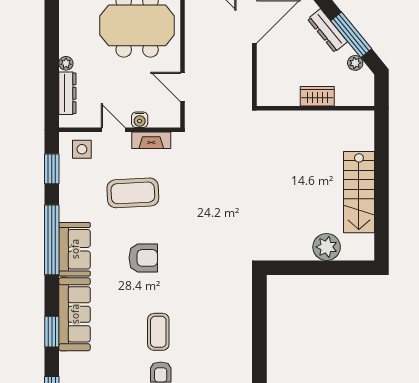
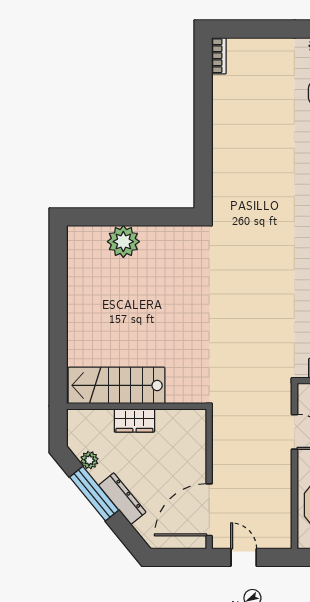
stairs: (359, 192) -> (116, 385), moved, turned -90

